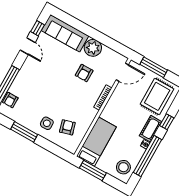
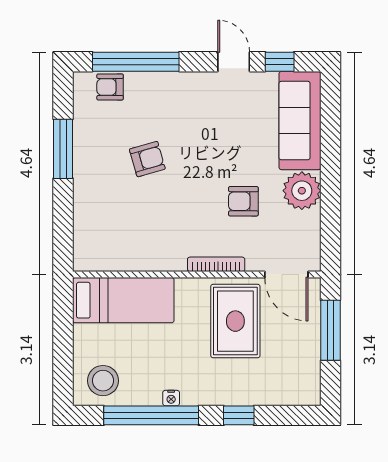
door: (28, 46) -> (234, 62), swing flipped
rug: (157, 96) -> (235, 321), moved, turned 90
side table: (47, 123) -> (105, 183), removed
armchair: (67, 127) -> (147, 159), moved
cot: (151, 129) -> (208, 391), removed
window: (93, 171) -> (63, 325), removed

